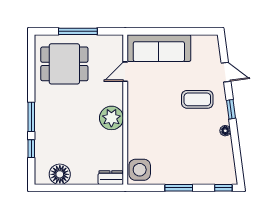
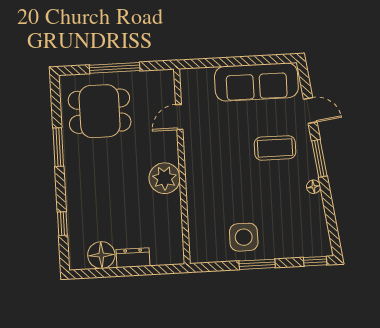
sofa: (159, 48) -> (256, 82), moved
window: (231, 109) -> (319, 158), width x1.50
window: (31, 117) -> (58, 147), moved
side table: (140, 170) -> (244, 237), moved
dresser: (111, 178) -> (133, 258), moved

